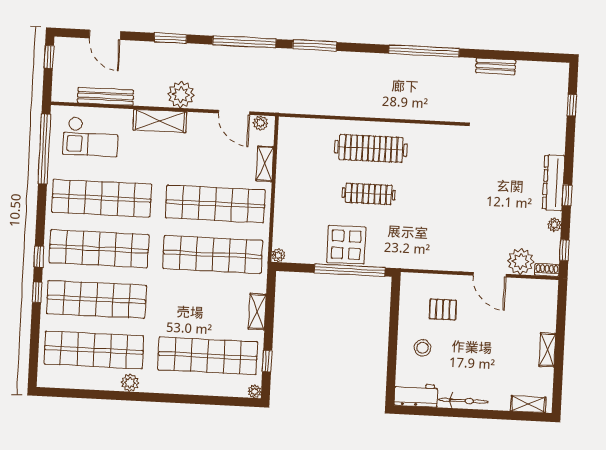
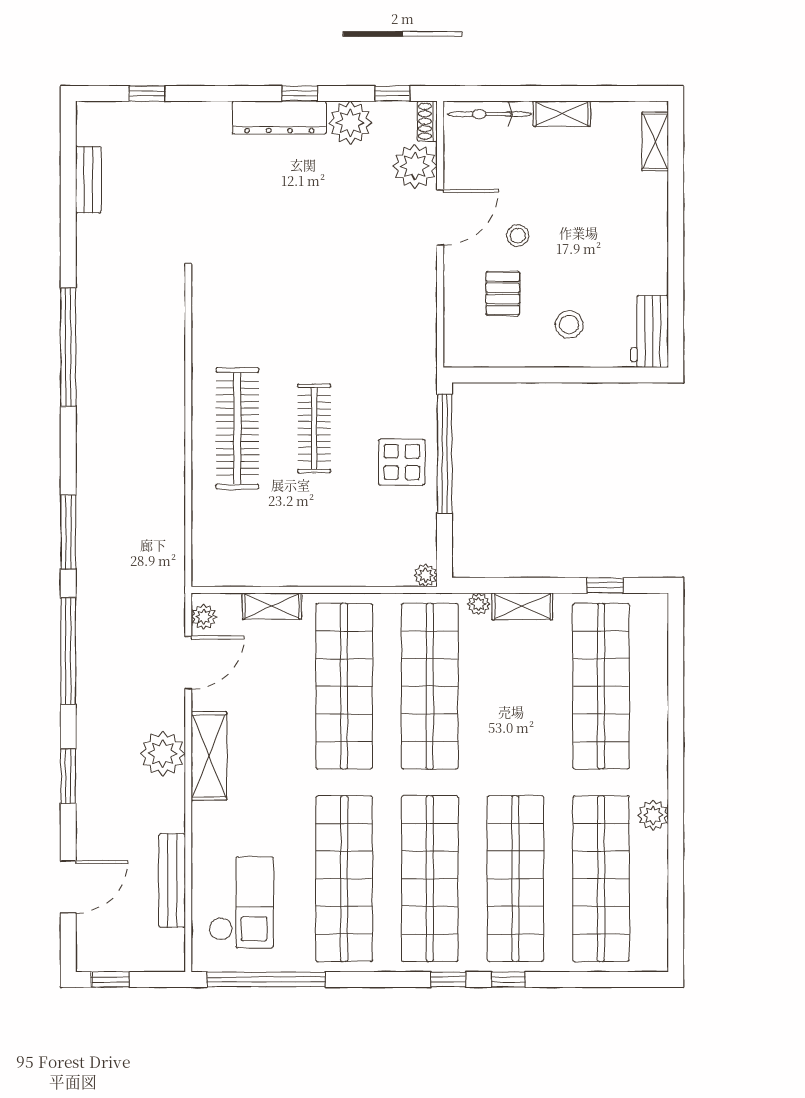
bench: (496, 66) -> (88, 180), moved
shelving: (160, 121) -> (209, 756), moved
plant: (554, 225) -> (350, 123), width x1.88, depth x1.88
display table: (346, 245) -> (402, 462), width x0.73, depth x0.73
stool: (477, 320) -> (518, 236), added
plant: (255, 391) -> (479, 604), moved
bicycle: (463, 401) -> (489, 114), moved, turned -90

